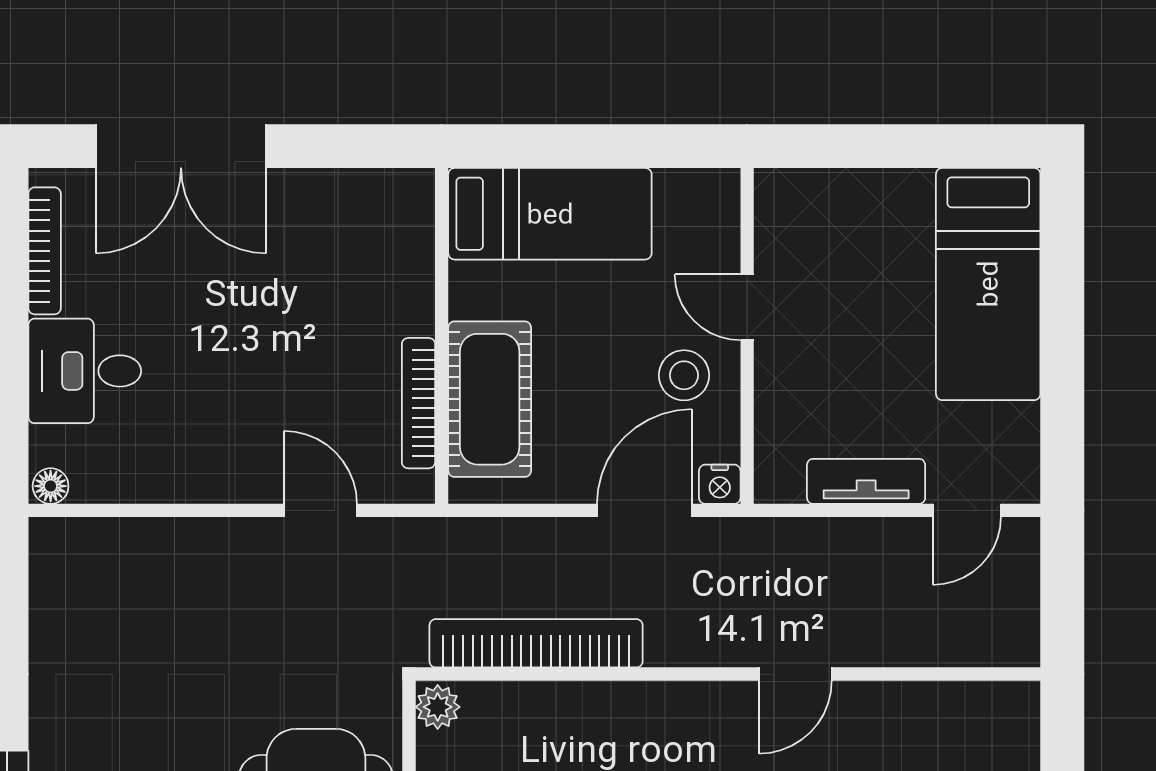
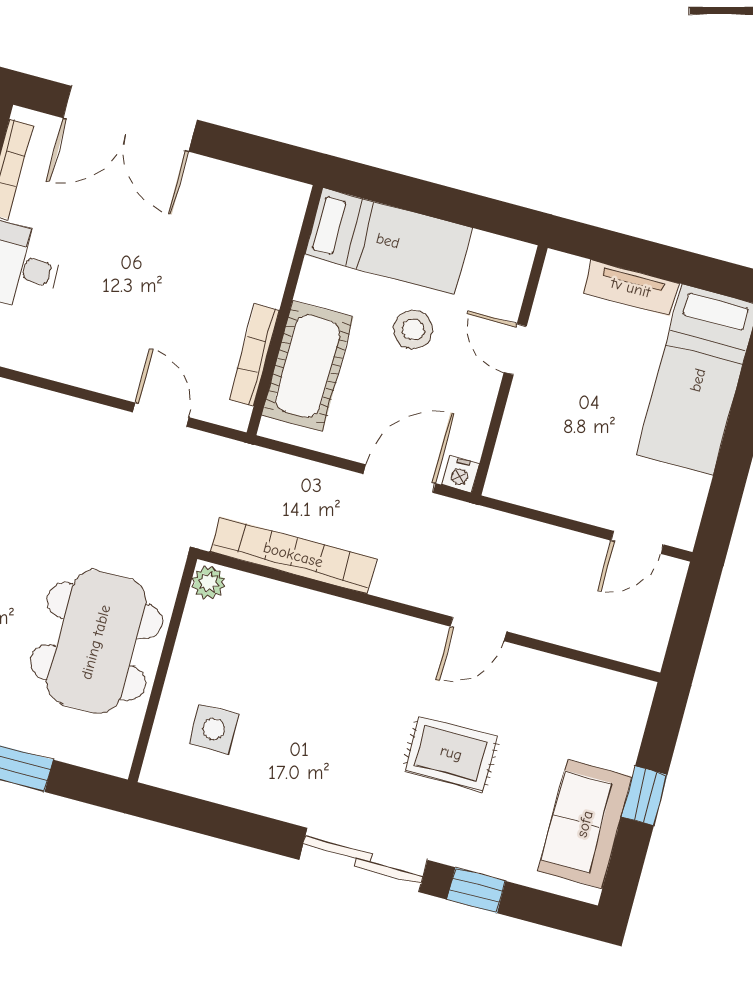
stool: (684, 375) -> (413, 330), moved
tv unit: (866, 481) -> (631, 288), moved, turned 180

